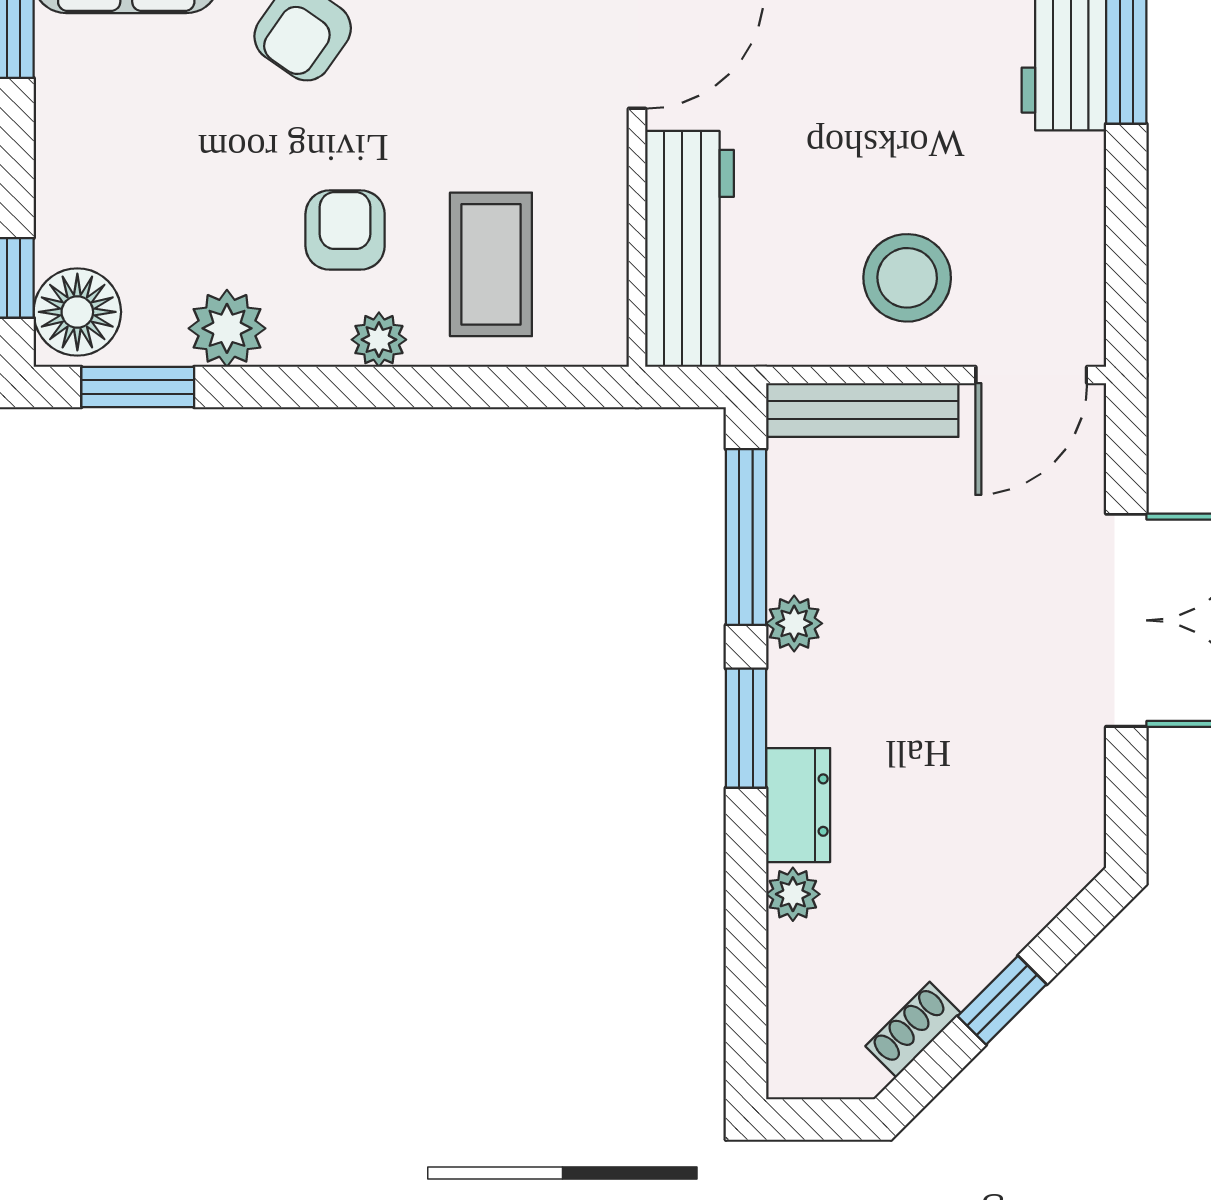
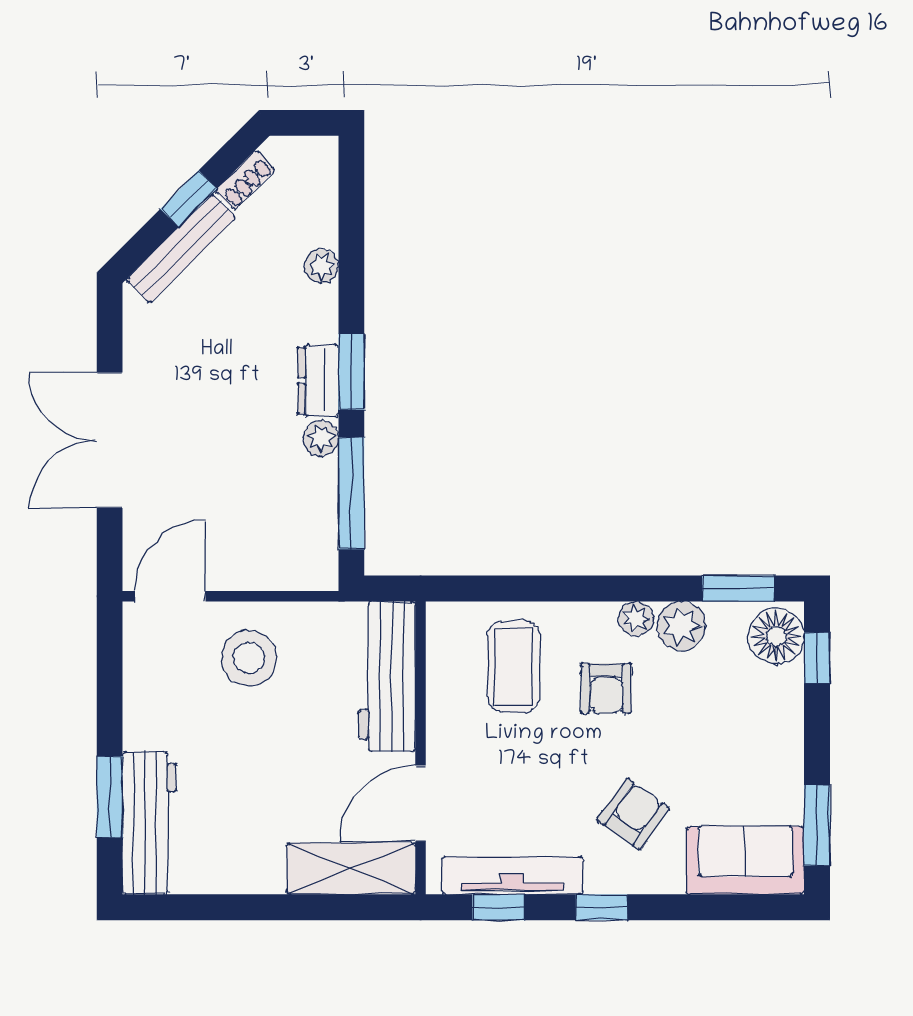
plant: (379, 340) -> (636, 619), moved
bench: (862, 410) -> (181, 248), moved, turned -45
dresser: (798, 805) -> (318, 381), moved

